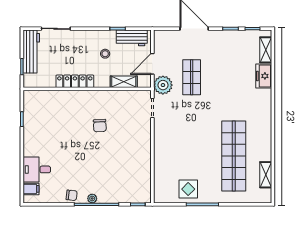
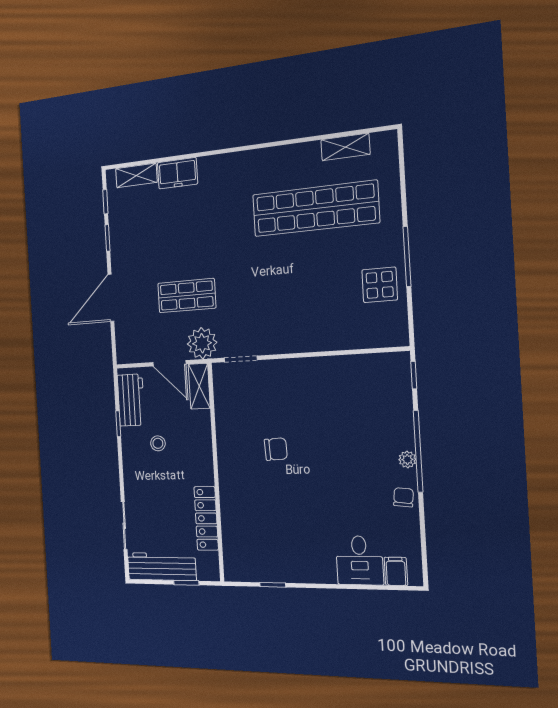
locker: (75, 81) -> (206, 518), moved
shelving: (124, 82) -> (199, 386), moved

